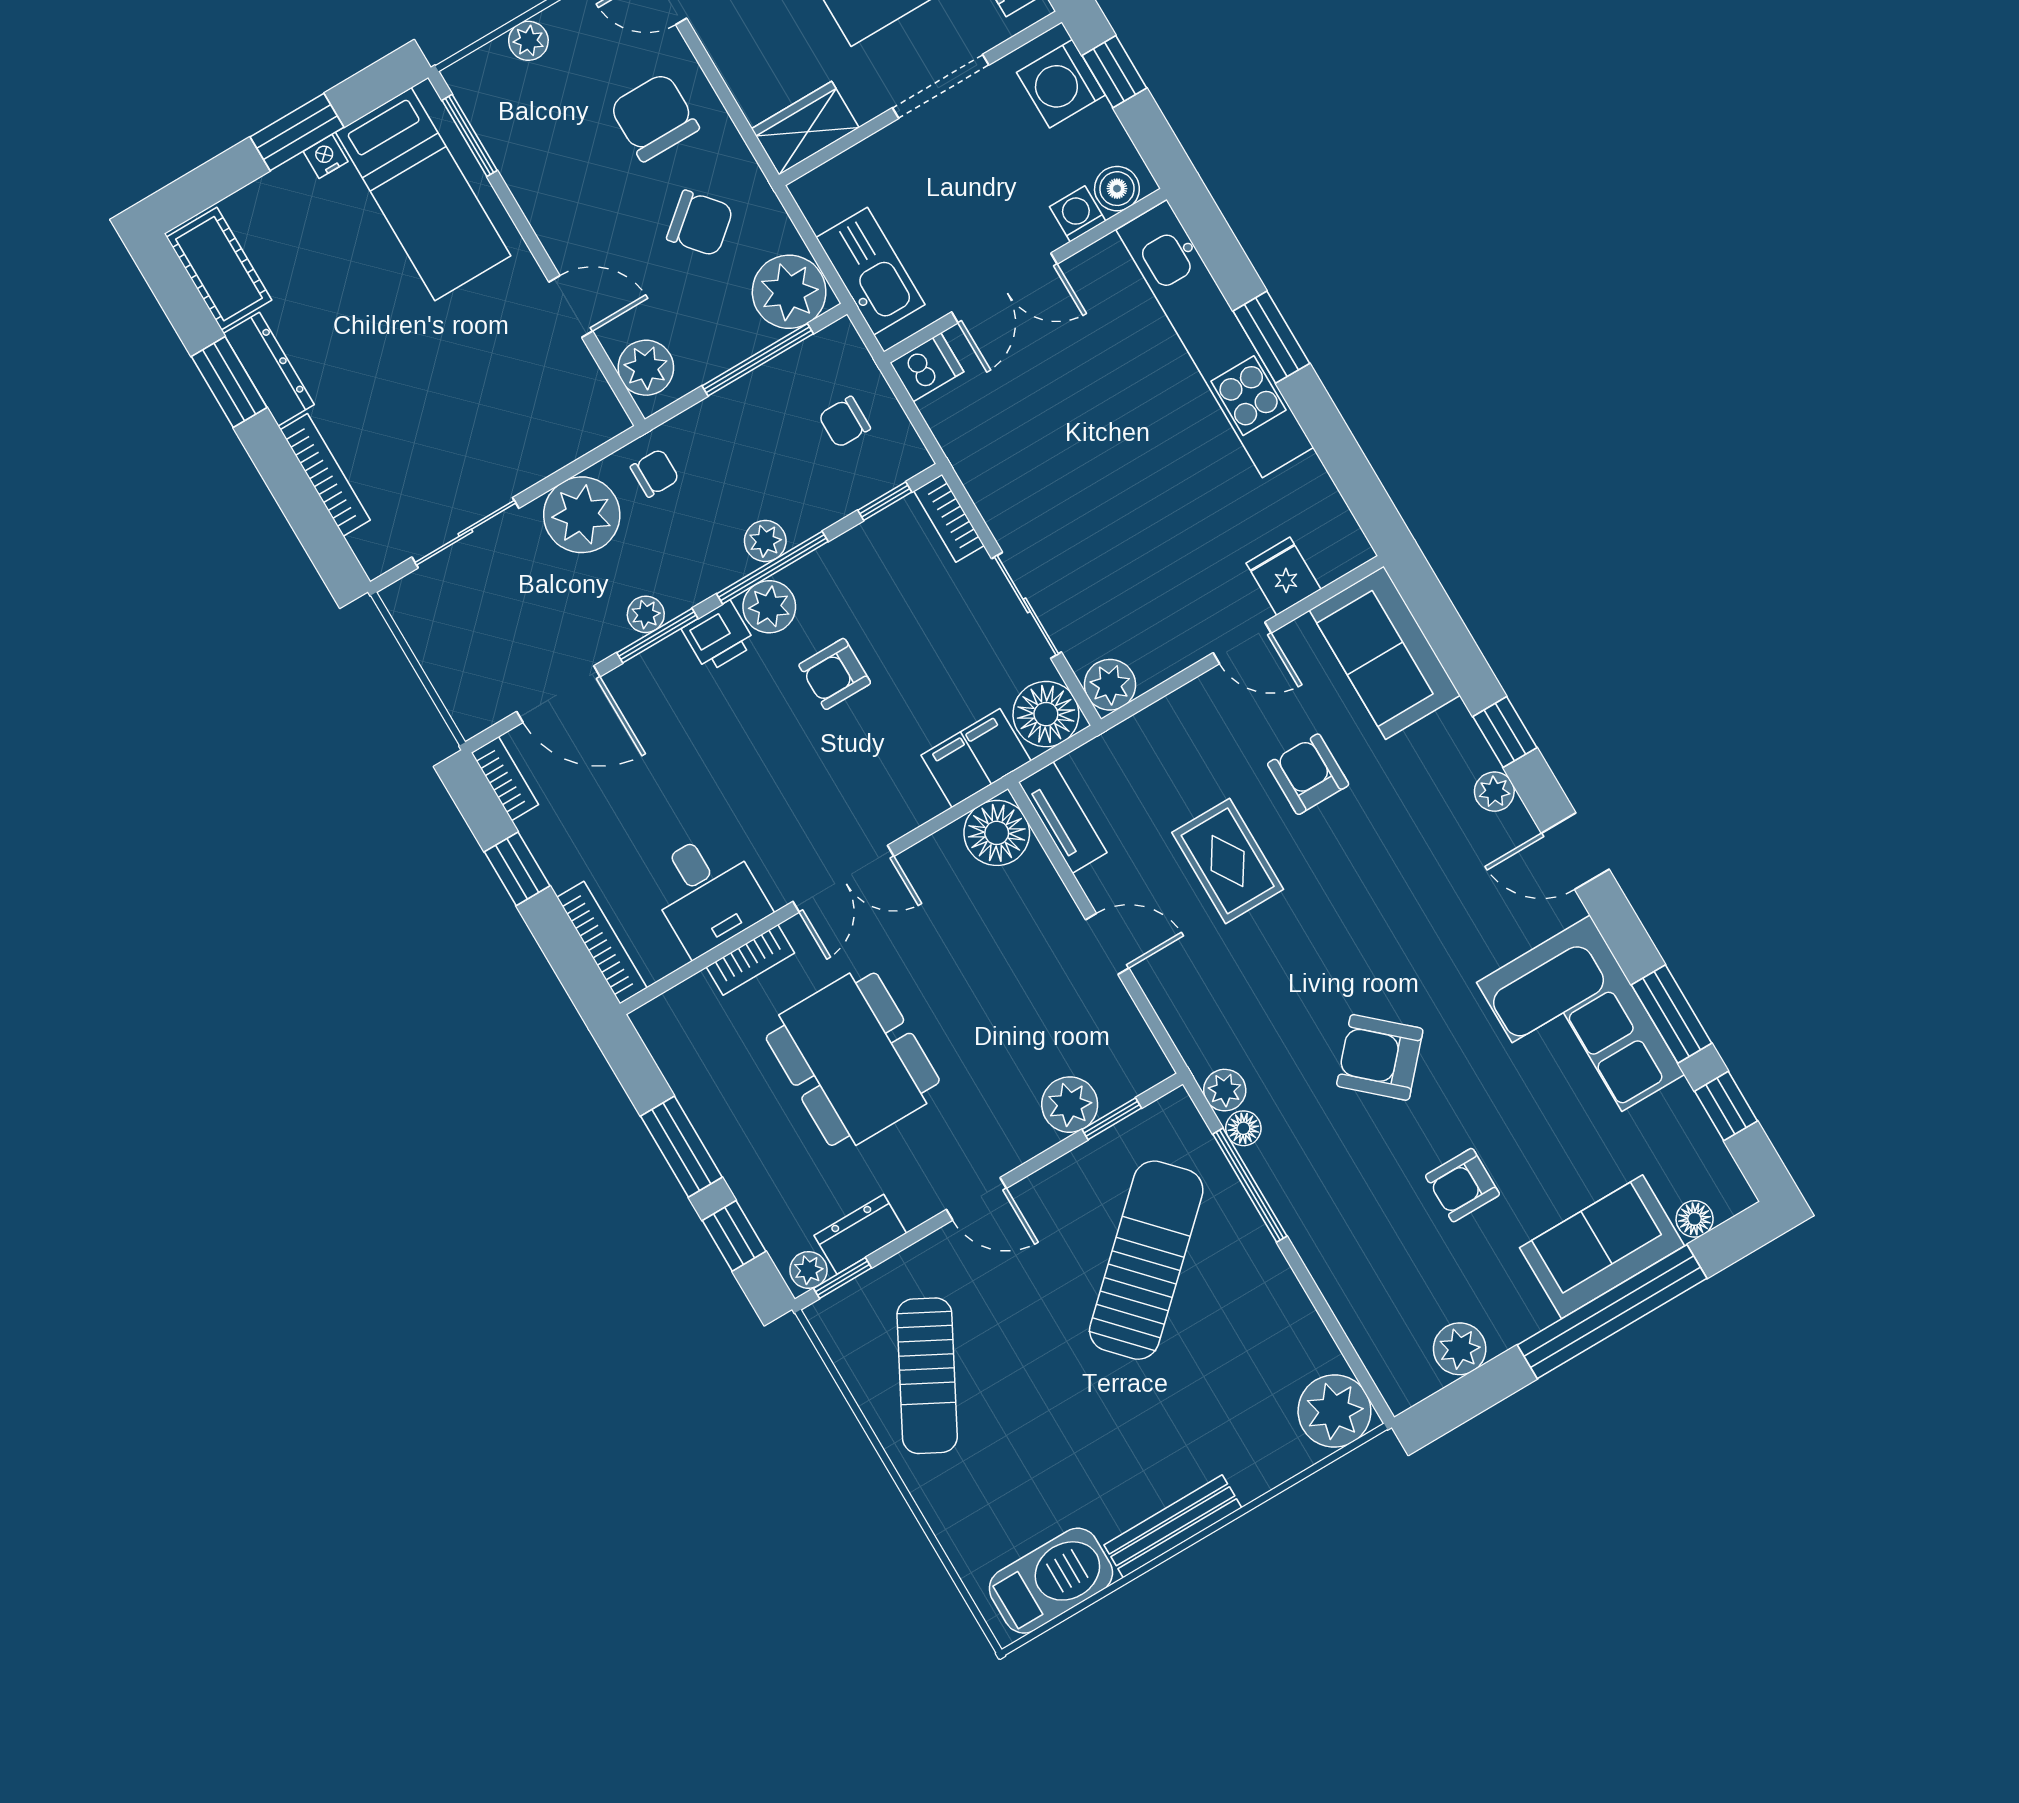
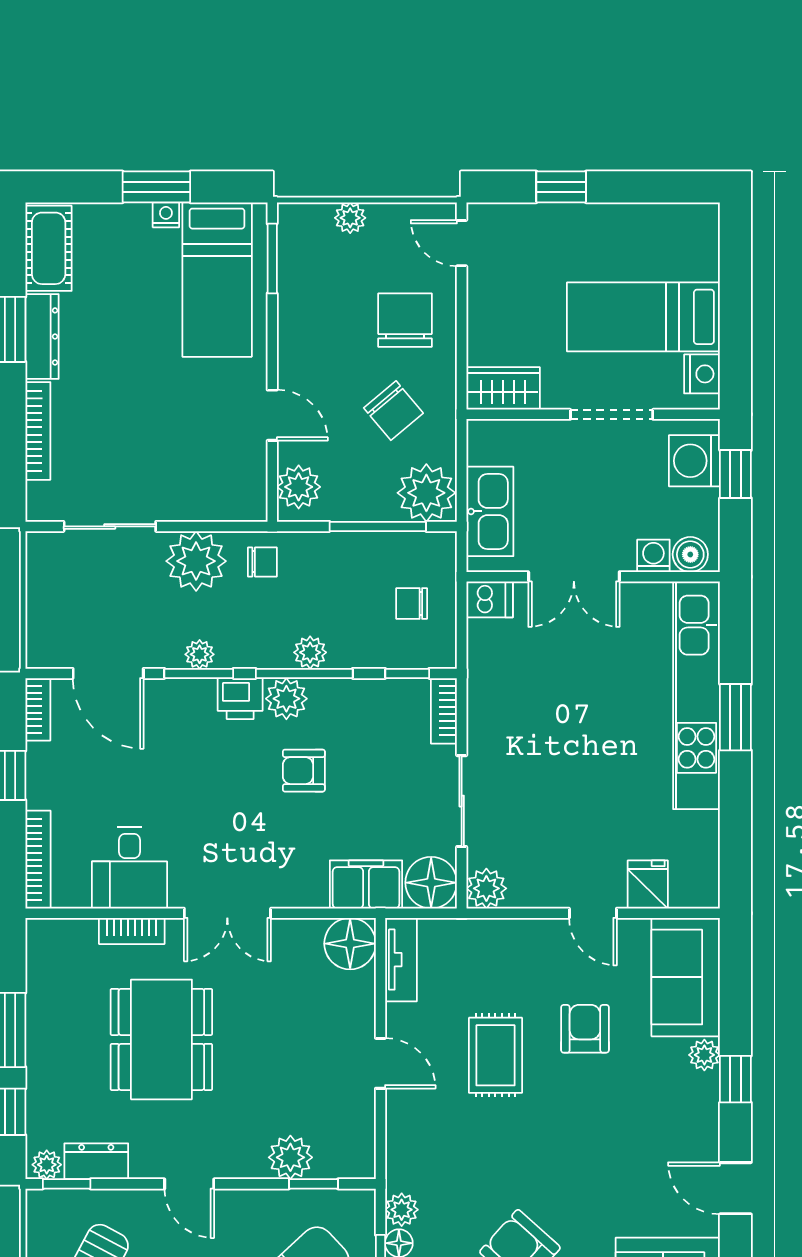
plant: (1494, 792) -> (704, 1055), moved

